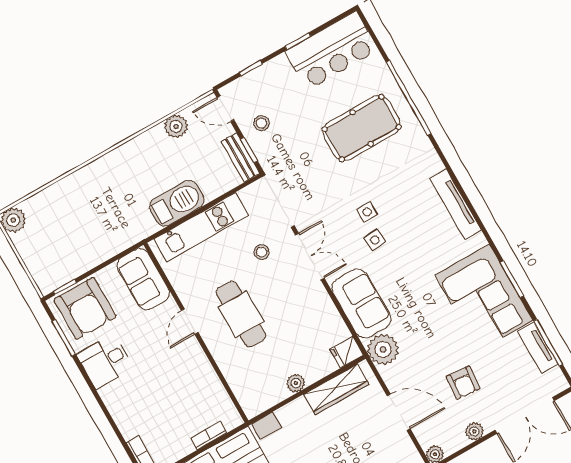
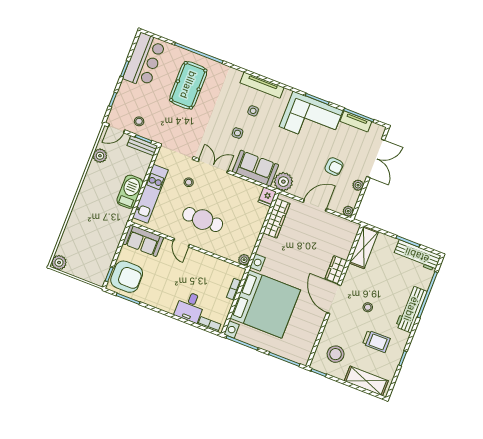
side table: (367, 212) -> (253, 111), moved
desk: (105, 361) -> (190, 307), moved
plant: (296, 383) -> (244, 260), moved

